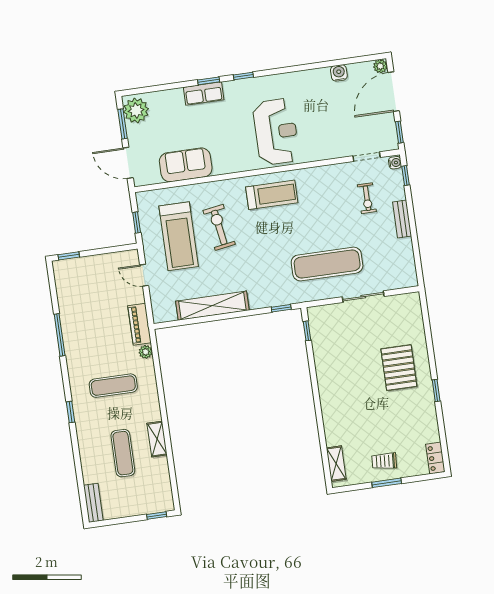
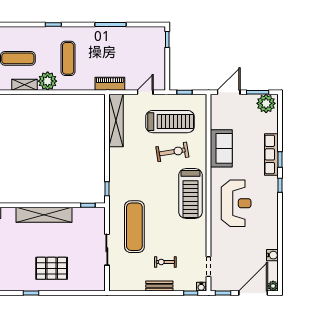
door: (394, 92) -> (253, 293), hinge flipped
row of seats: (204, 93) -> (271, 154), width x1.48
reception desk: (276, 132) -> (236, 203), turned -90
sofa: (186, 165) -> (221, 148), moved
treadmill: (272, 195) -> (191, 194), width x1.37, depth x1.38
exercise bike: (367, 198) -> (165, 262), moved
treadmill: (179, 236) -> (170, 122), turned 180
shelving: (212, 306) -> (116, 120), moved
plant: (146, 352) -> (48, 81), moved, width x1.88, depth x1.88
shelving: (328, 388) -> (44, 215), added

